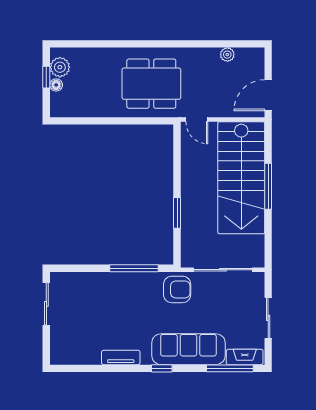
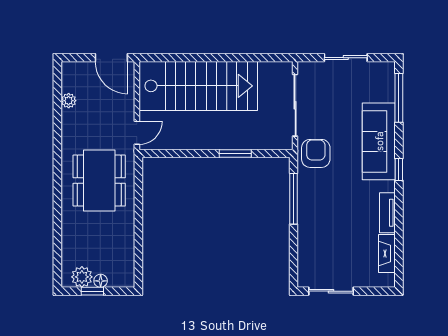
window: (268, 186) -> (207, 58), removed
fireplace: (245, 357) -> (387, 254), moved

